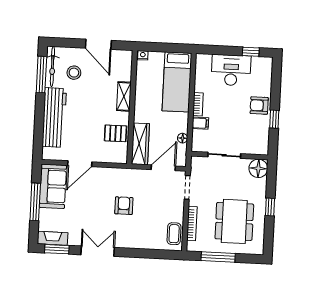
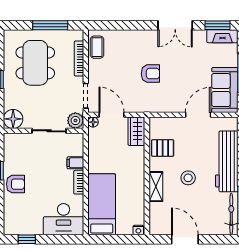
desk: (231, 70) -> (64, 219), moved
stool: (74, 73) -> (188, 178), moved
floor lamp: (183, 138) -> (93, 122), moved
wardrobe: (140, 144) -> (136, 131), width x0.67
plant: (198, 164) -> (75, 121), added
door: (163, 168) -> (111, 115), swing flipped
armchair: (124, 206) -> (150, 74), turned -90

